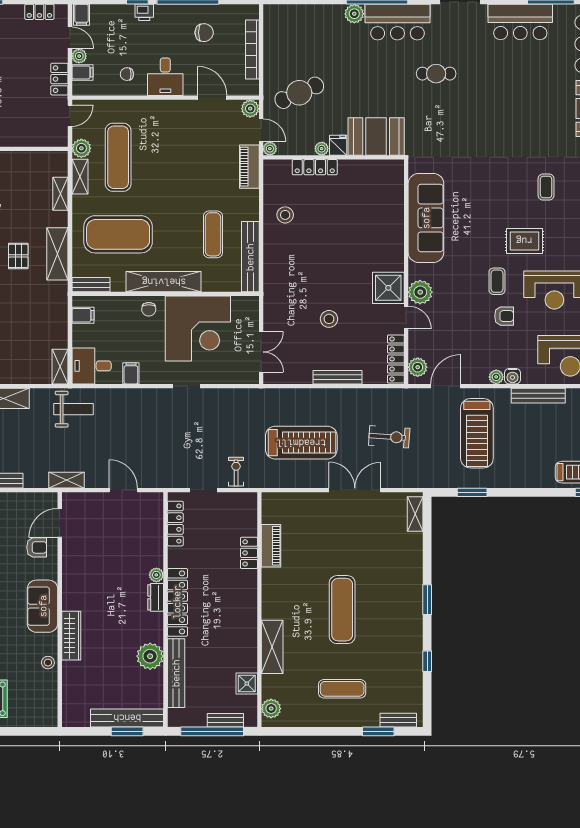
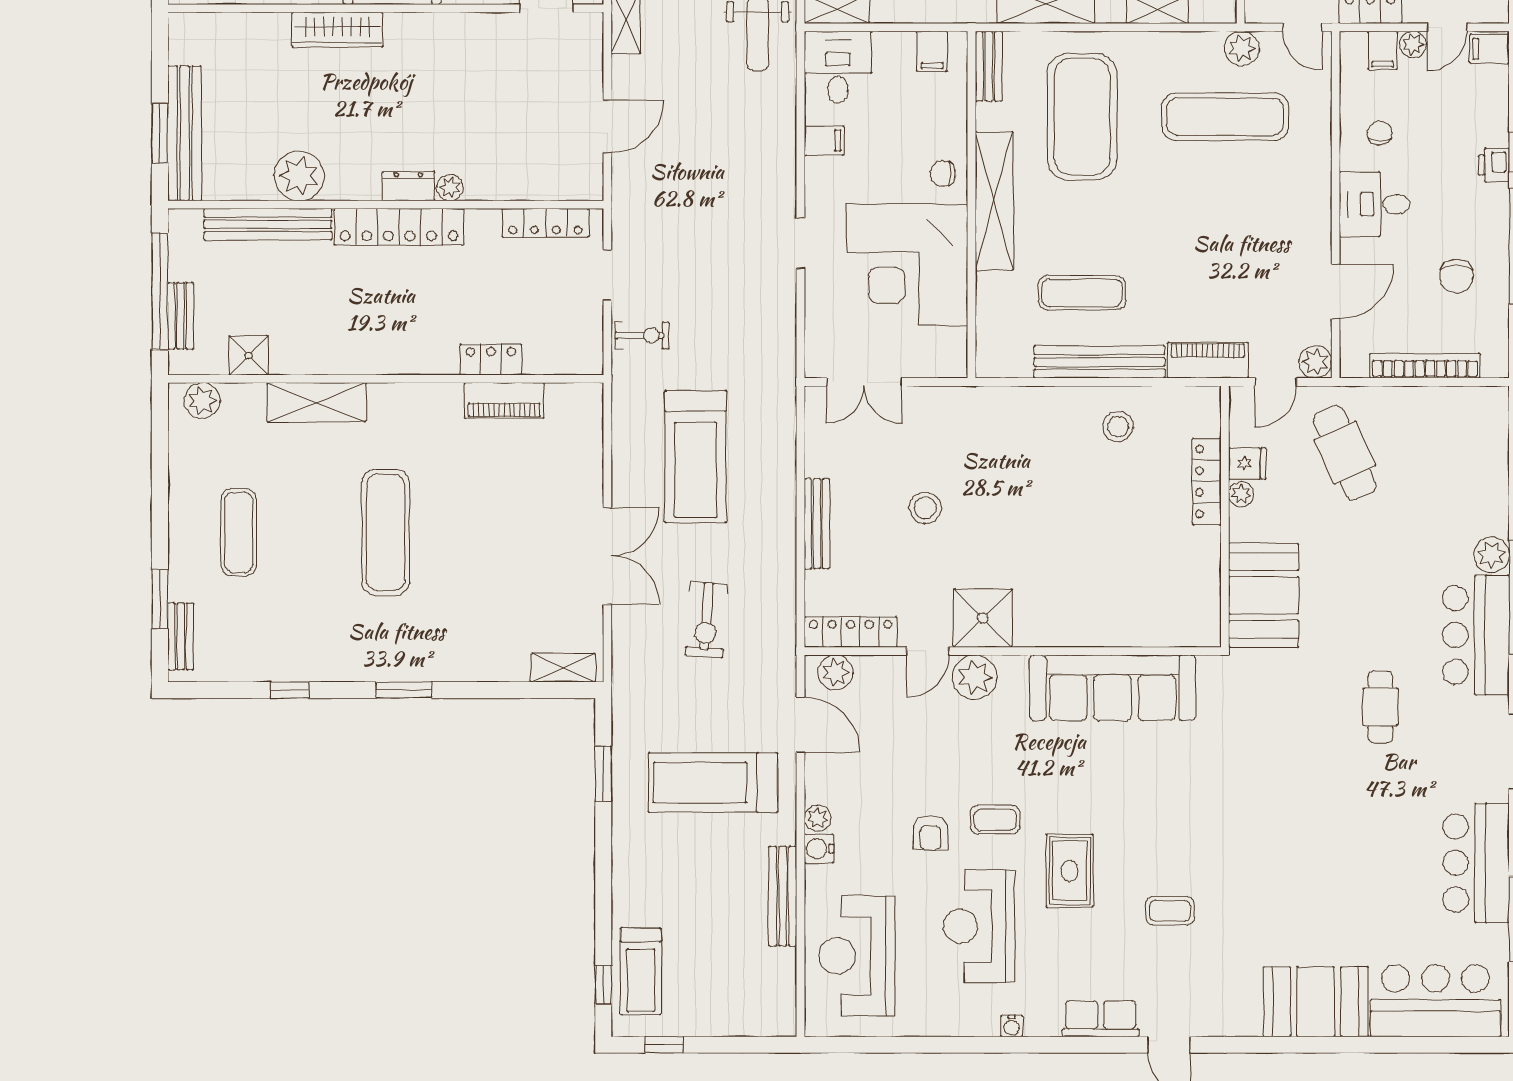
fridge: (338, 145) -> (1247, 463), moved
plant: (270, 149) -> (1241, 398), removed
shelving: (80, 177) -> (1189, 46), removed
bench: (250, 257) -> (1100, 362), moved
exercise mat: (342, 610) -> (386, 532), turned 90

